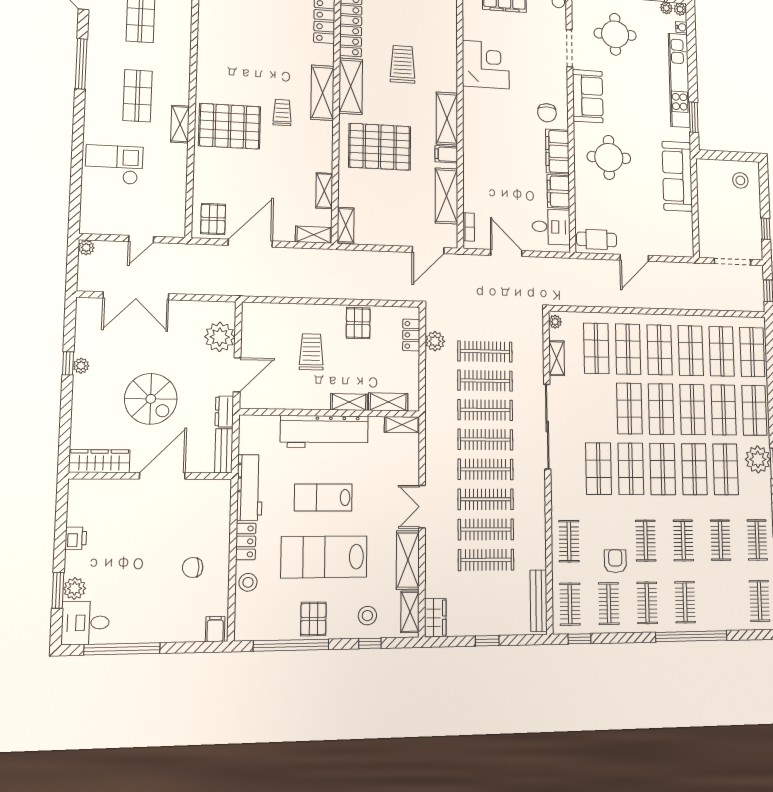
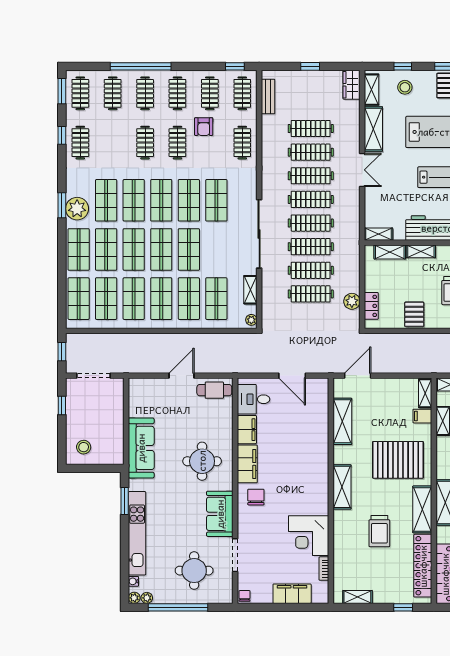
filing cabinet: (446, 154) -> (422, 416), moved, turned 180
bookcase: (469, 227) -> (324, 569), moved
clothes rail: (721, 540) -> (113, 93), moved
bench: (539, 601) -> (268, 96), width x0.73

